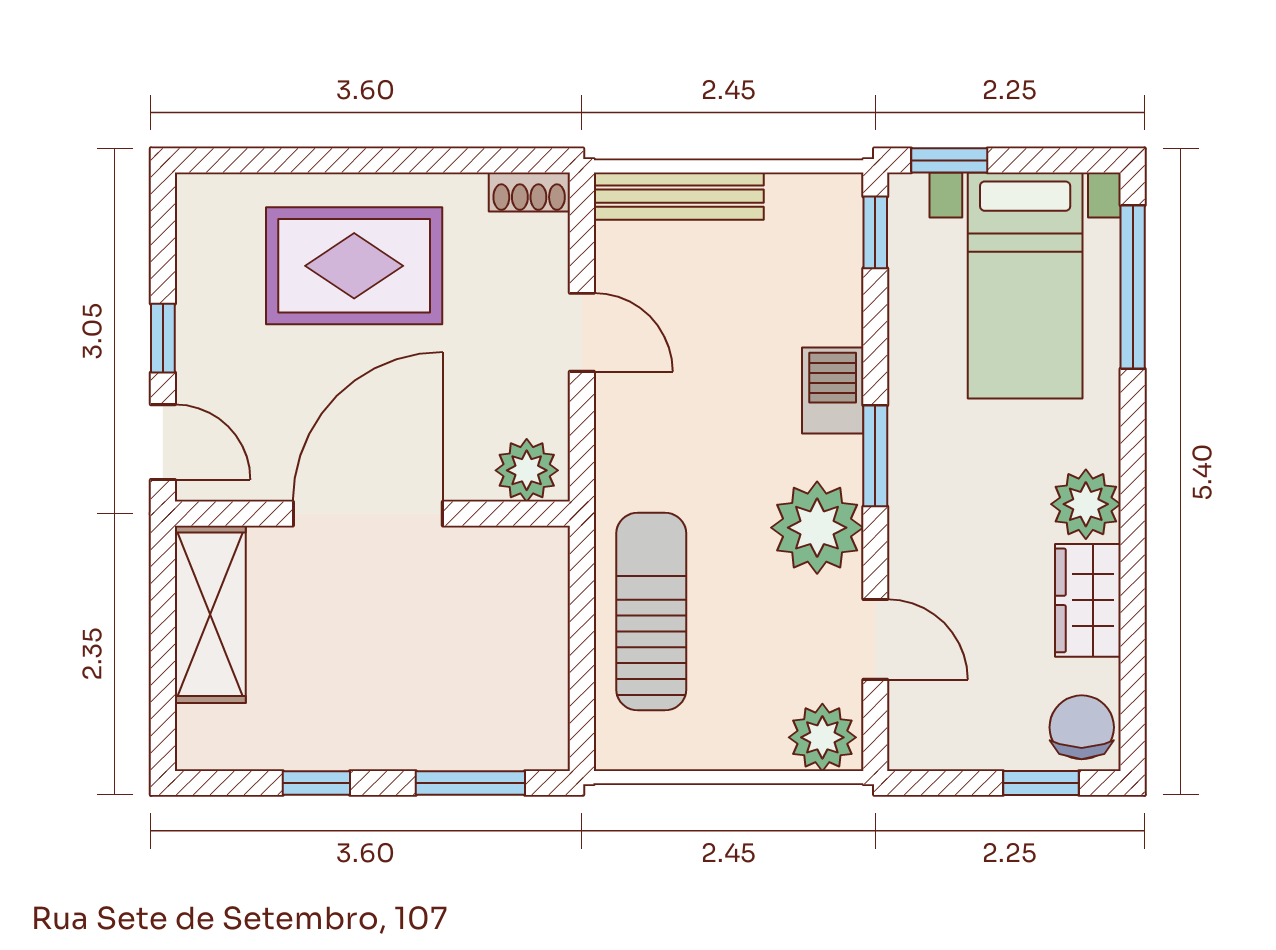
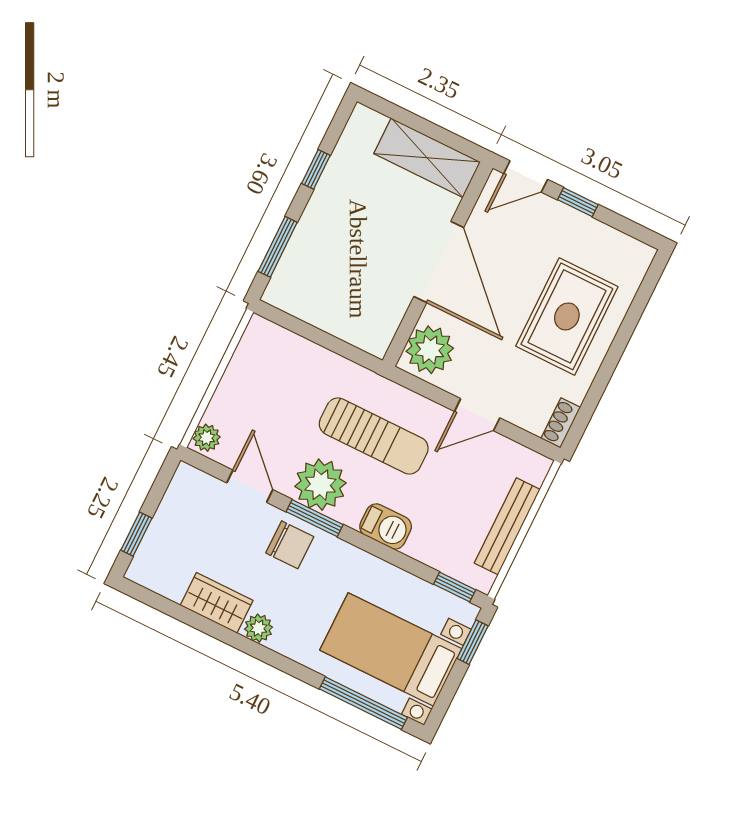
bench: (679, 196) -> (507, 526), moved
window: (875, 456) -> (315, 518), moved
plant: (527, 470) -> (430, 350), width x1.36, depth x1.36
plant: (1086, 504) -> (258, 628), width x0.73, depth x0.73
sun lounger: (651, 612) -> (374, 436), moved
door: (875, 639) -> (250, 486), swing flipped
chair: (1082, 727) -> (290, 545), moved
plant: (822, 737) -> (207, 438), width x0.73, depth x0.73

